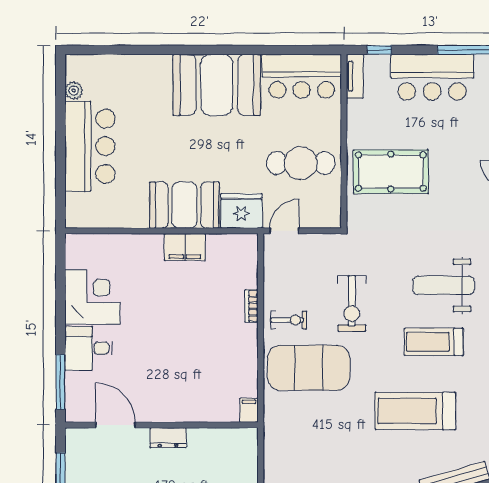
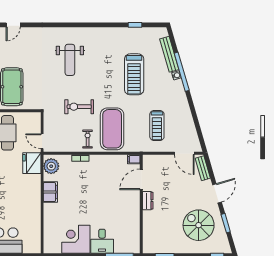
booth: (184, 205) -> (29, 192), removed
plant: (235, 249) -> (51, 166), added
exercise bike: (352, 303) -> (79, 107), turned 180
treadmill: (434, 342) -> (157, 125), moved
door: (115, 425) -> (141, 179), moved

